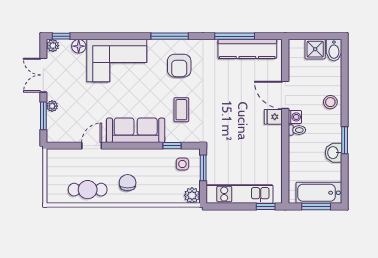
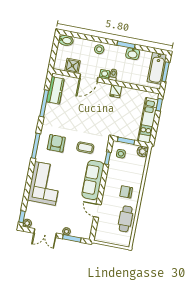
floor lamp: (79, 46) -> (31, 206), removed
kitchen counter: (247, 49) -> (55, 90), width x0.67
shower: (315, 49) -> (73, 66), moved
armchair: (179, 66) -> (56, 143), turned -90
fridge: (273, 117) -> (116, 91), moved

